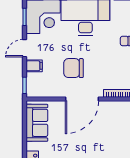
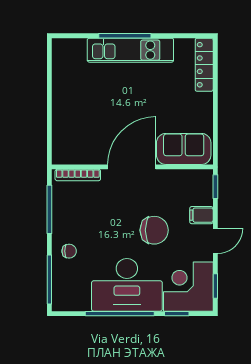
chair: (74, 68) -> (154, 230), moved
sofa: (37, 123) -> (184, 149), moved, turned 90

